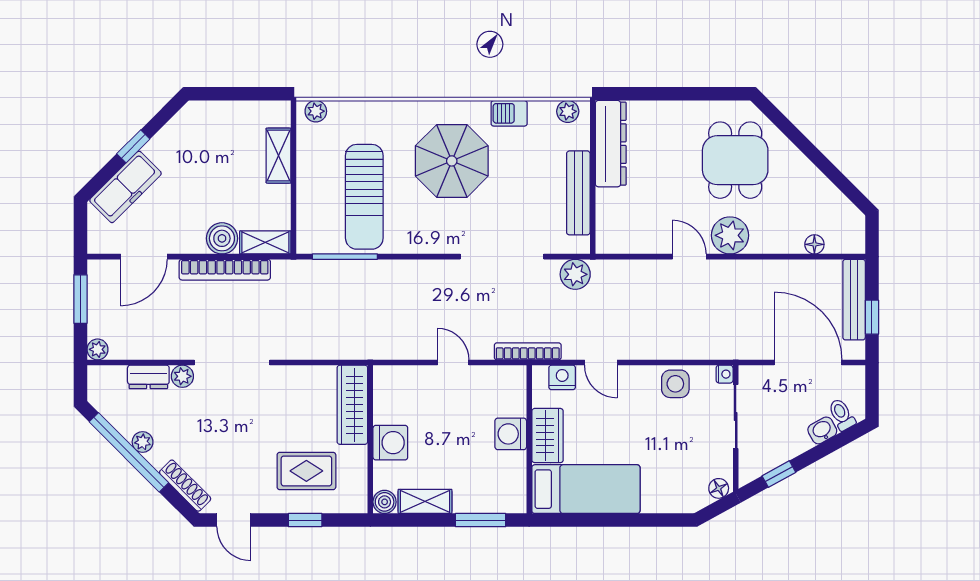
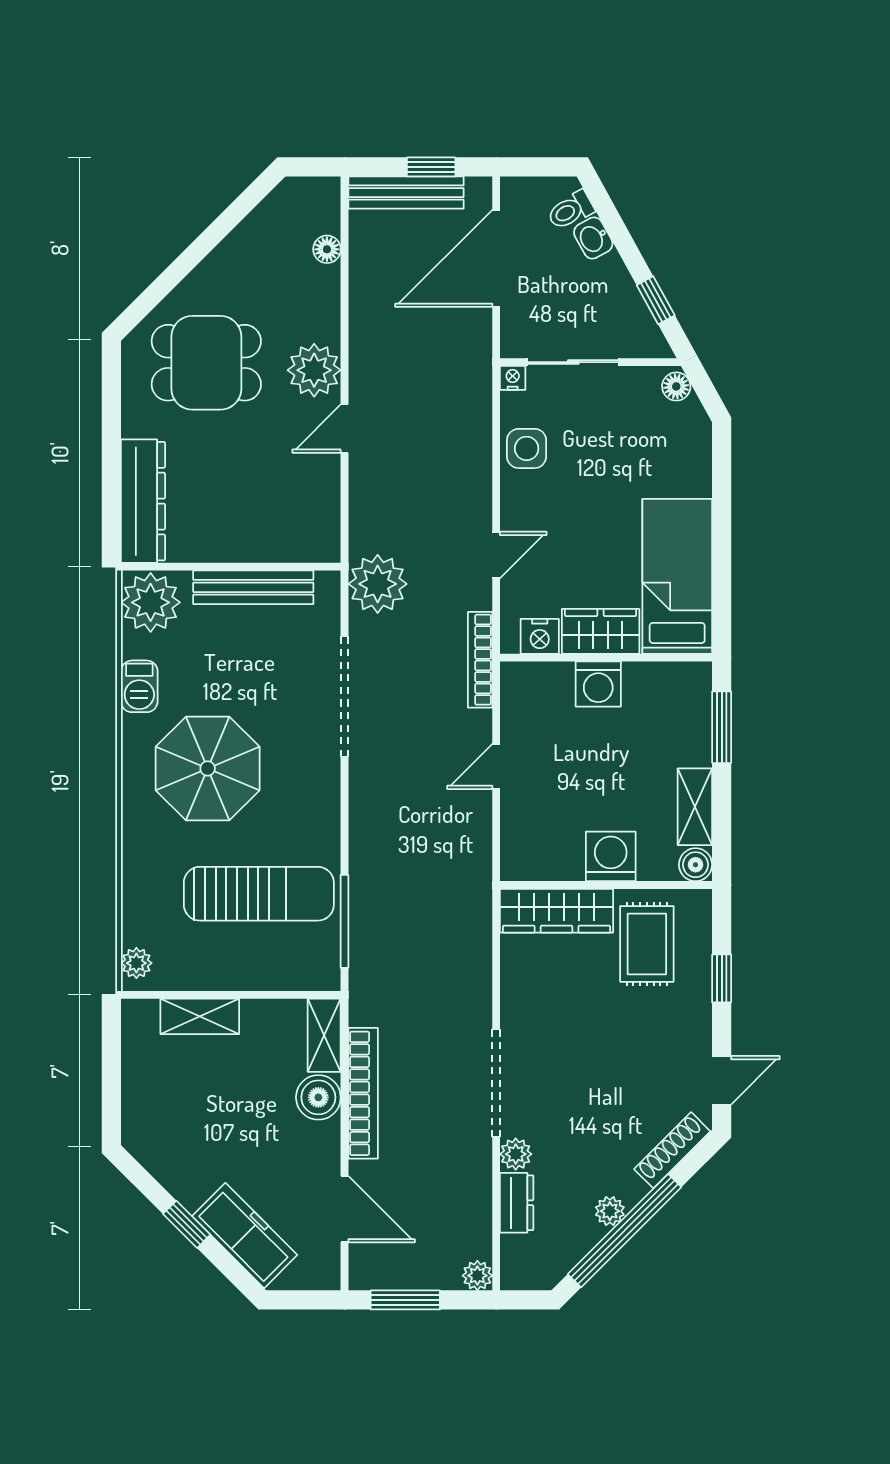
plant: (568, 111) -> (151, 602), width x1.87, depth x1.87
dresser: (611, 144) -> (143, 501), moved, turned 90
plant: (575, 274) -> (378, 584), width x1.36, depth x1.36
nightstand: (562, 377) -> (540, 636), moved, turned -90
rug: (306, 471) -> (647, 944), moved

